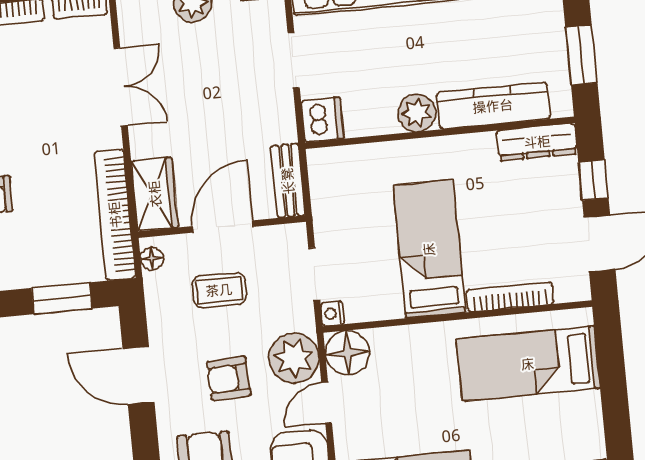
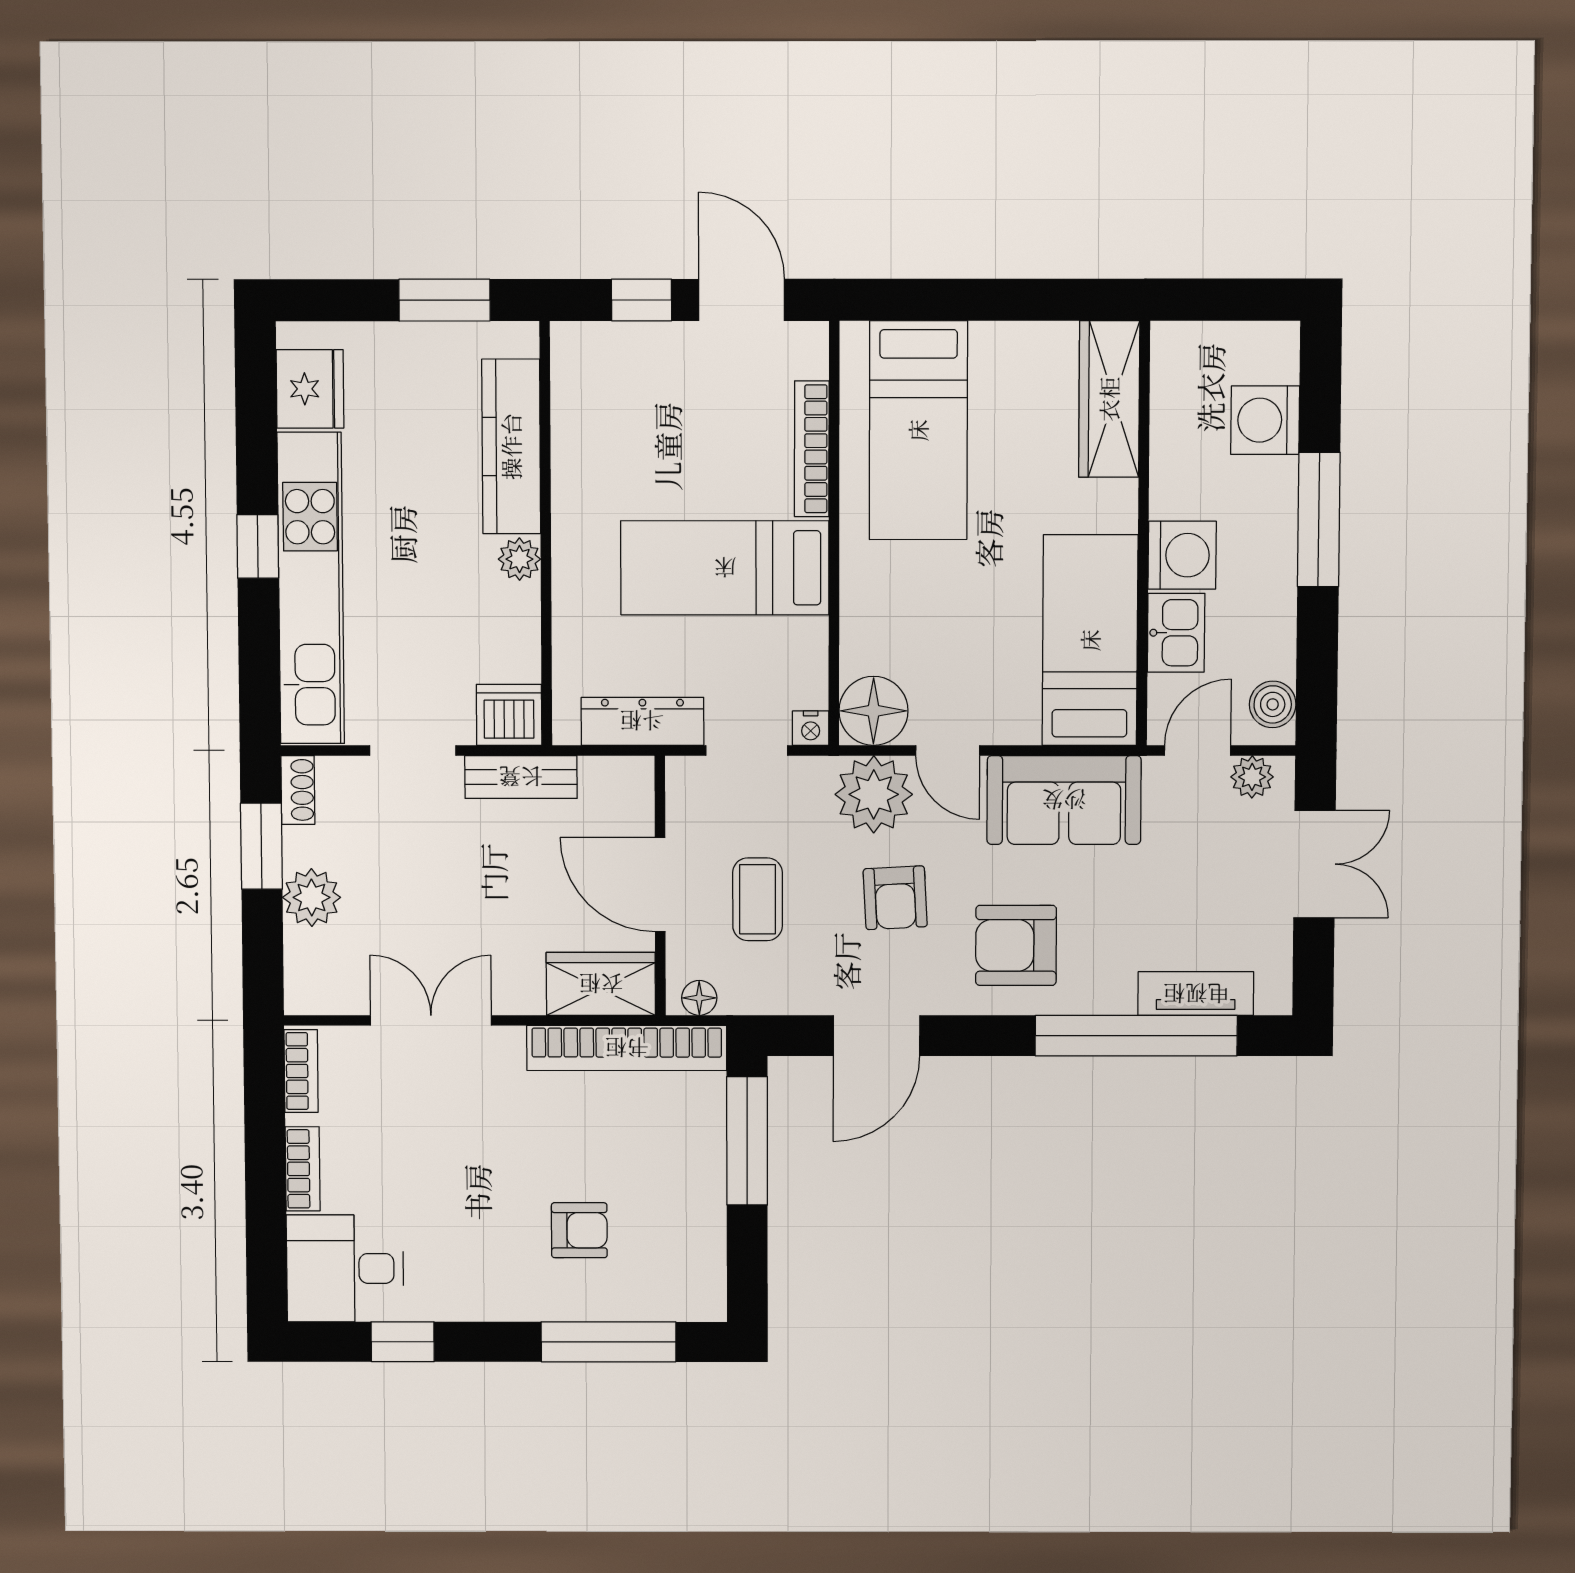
plant: (417, 113) -> (519, 559), width x0.73, depth x0.73
dresser: (537, 142) -> (642, 721), moved, turned -90
bench: (288, 181) -> (521, 777), moved
window: (62, 298) -> (747, 1141), width x1.44

